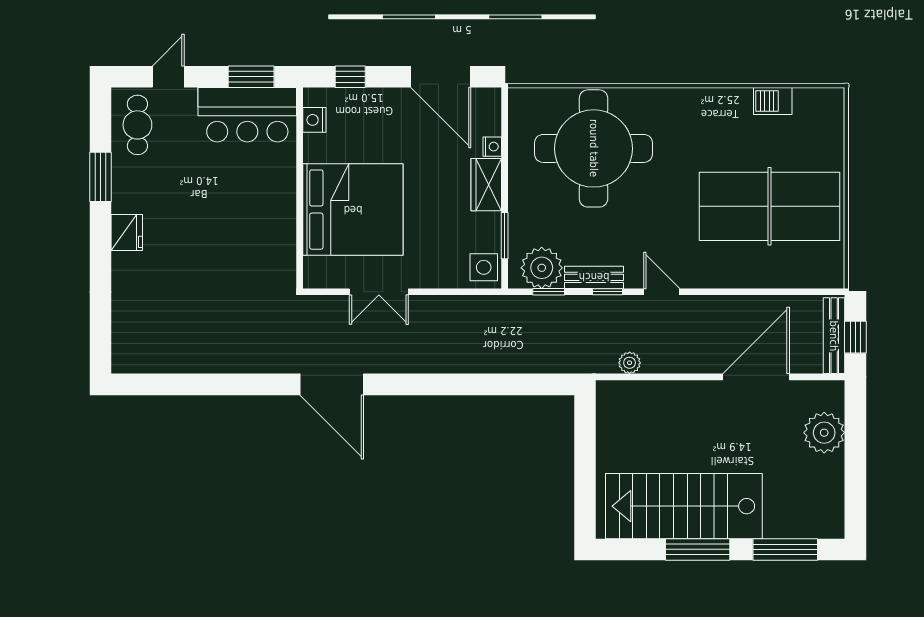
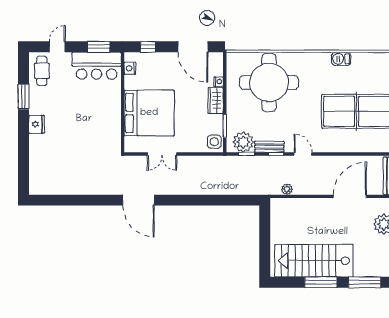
barbecue: (773, 101) -> (341, 59), moved

